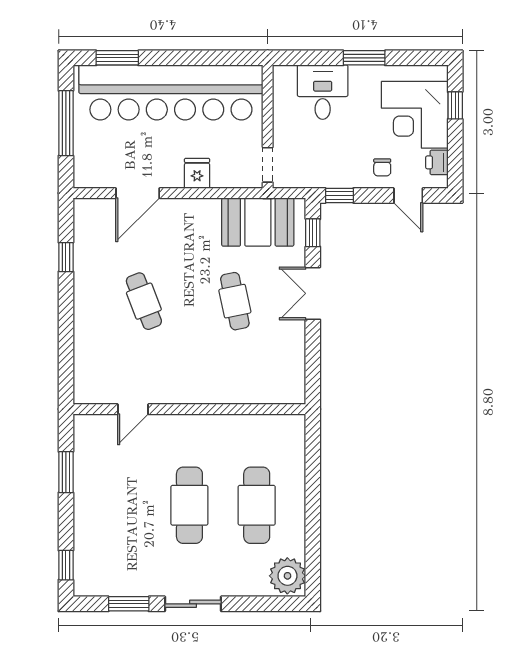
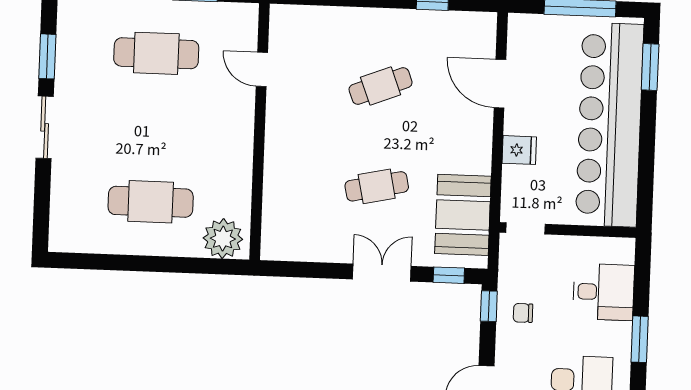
chair: (382, 167) -> (523, 313), moved
cafe table: (189, 505) -> (156, 53), moved
plant: (287, 576) -> (223, 239), moved

